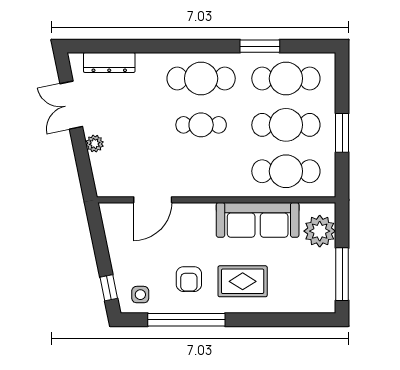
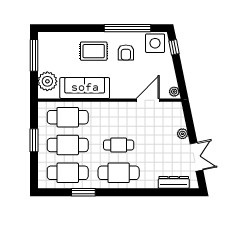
plant: (108, 214) -> (174, 92), added
armchair: (189, 279) -> (126, 52), turned 180
side table: (140, 295) -> (155, 43), width x1.87, depth x1.87

